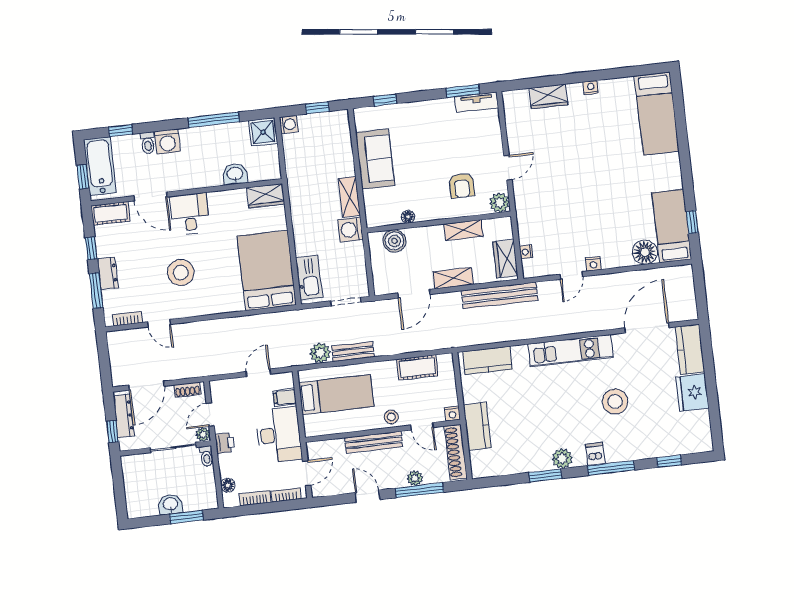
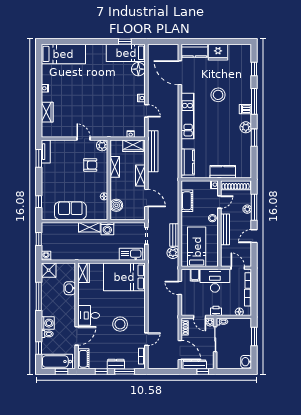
washbasin: (170, 504) -> (246, 362), moved

